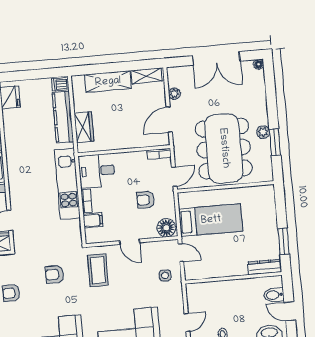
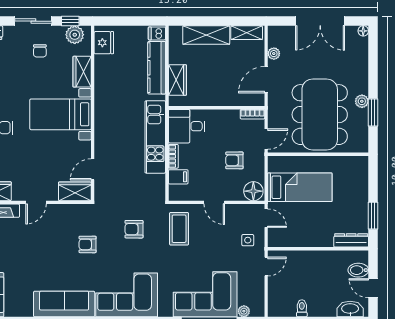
door: (187, 322) -> (266, 267), moved

